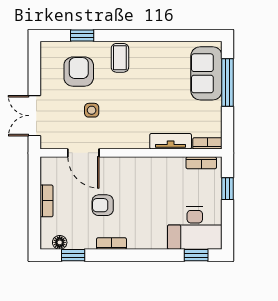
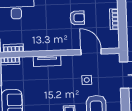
tv unit: (171, 141) -> (47, 61), moved

